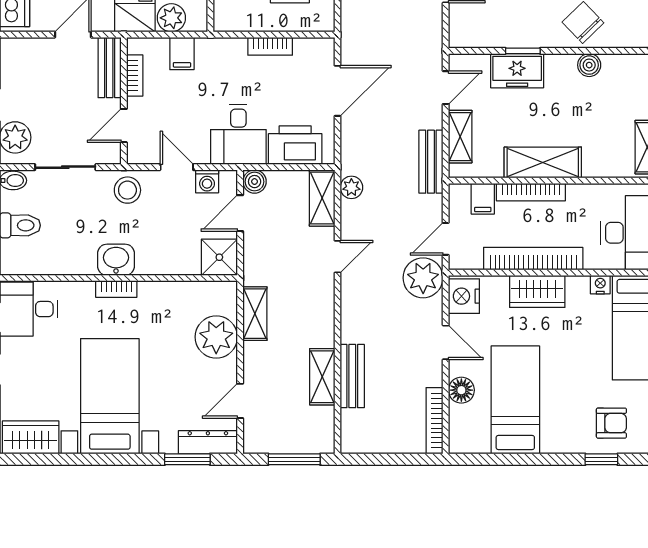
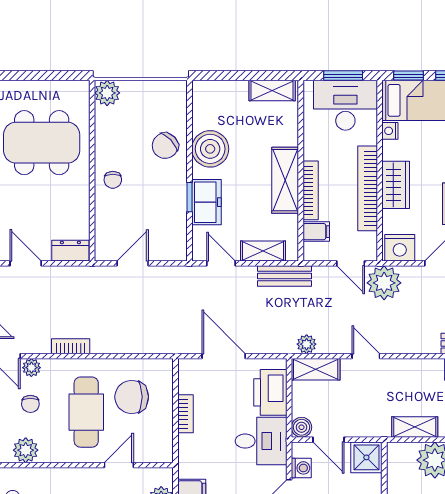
boiler: (589, 65) -> (210, 149), width x1.86, depth x1.86

